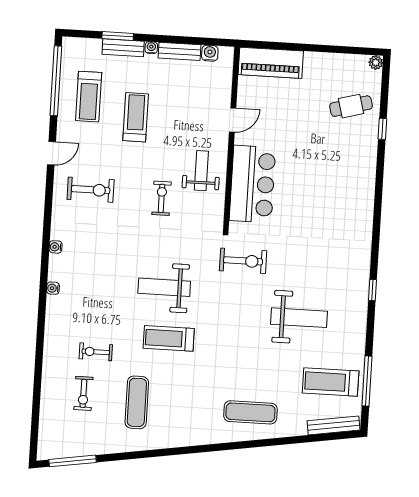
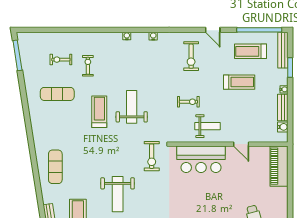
bench: (123, 48) -> (283, 50), moved, width x1.36

